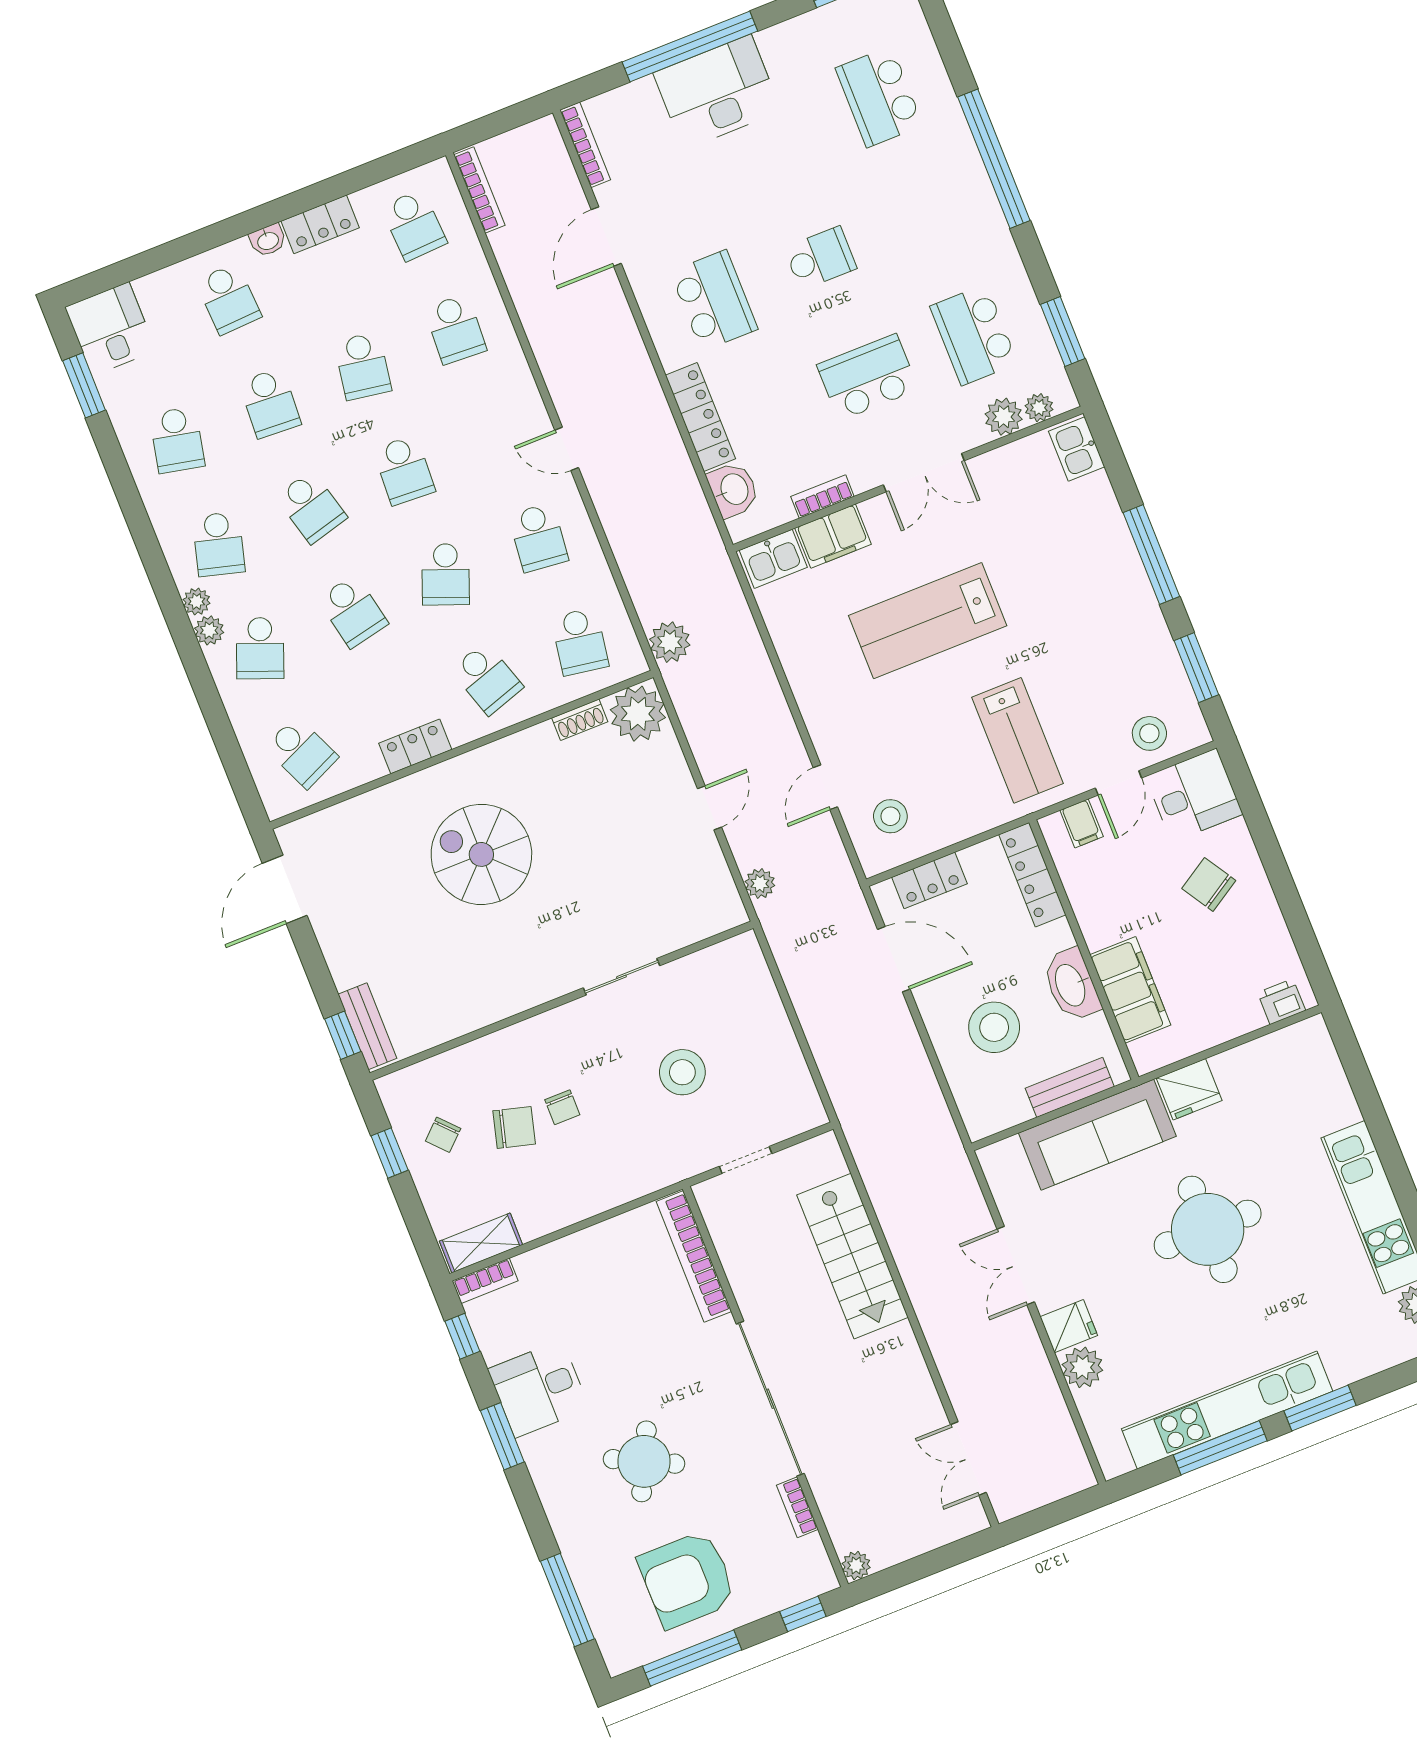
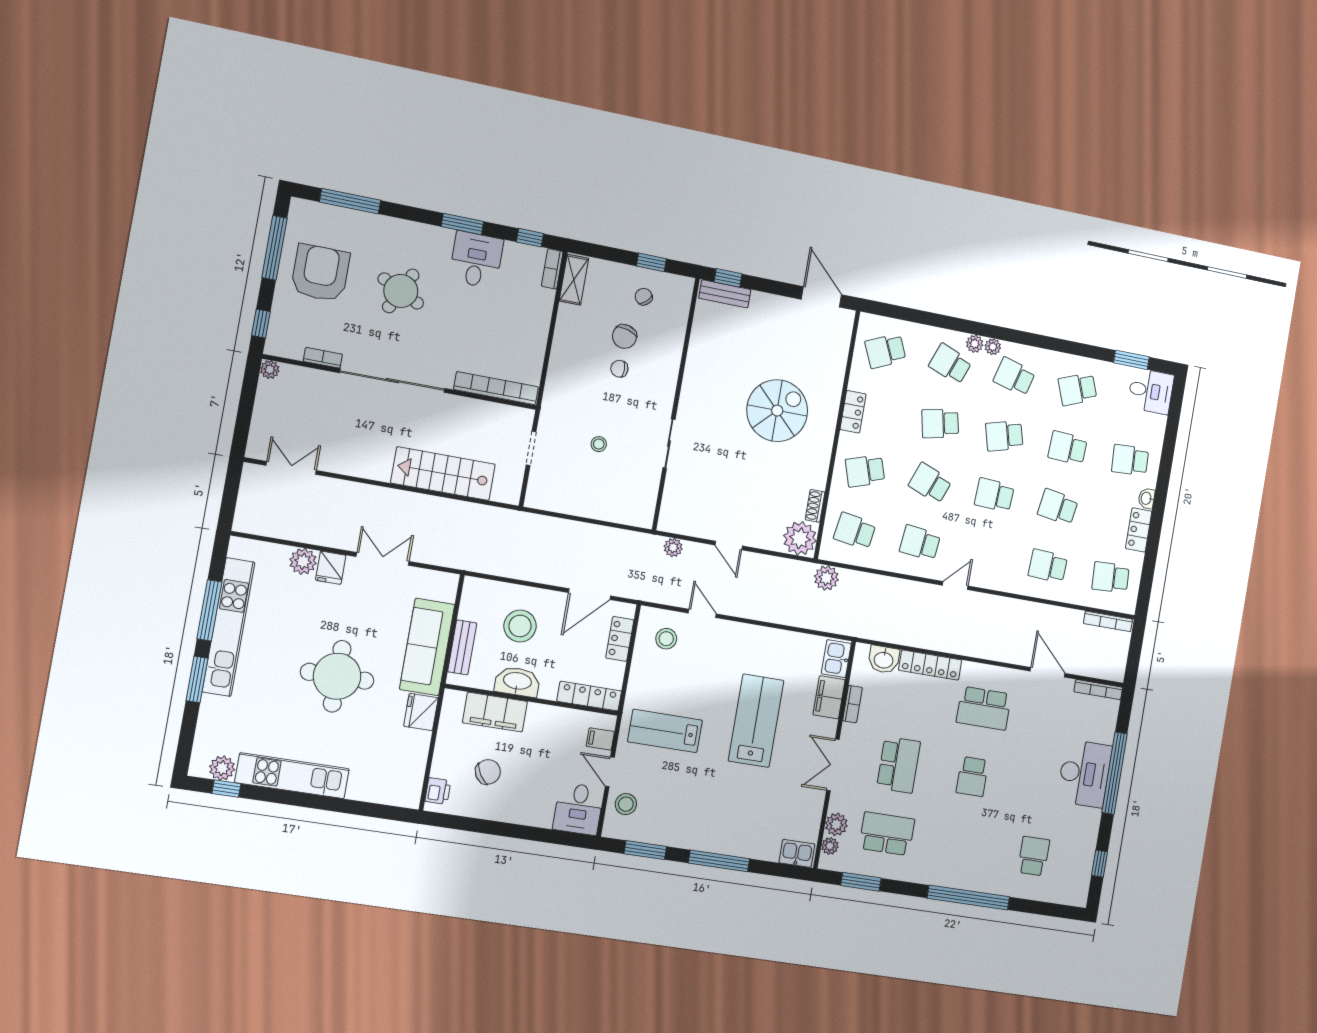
school desk: (879, 97) -> (1034, 856), width x0.54
school desk: (177, 440) -> (1077, 389), turned -33
chair: (1209, 884) -> (488, 772), moved
stool: (682, 1072) -> (599, 444), width x0.53, depth x0.53

